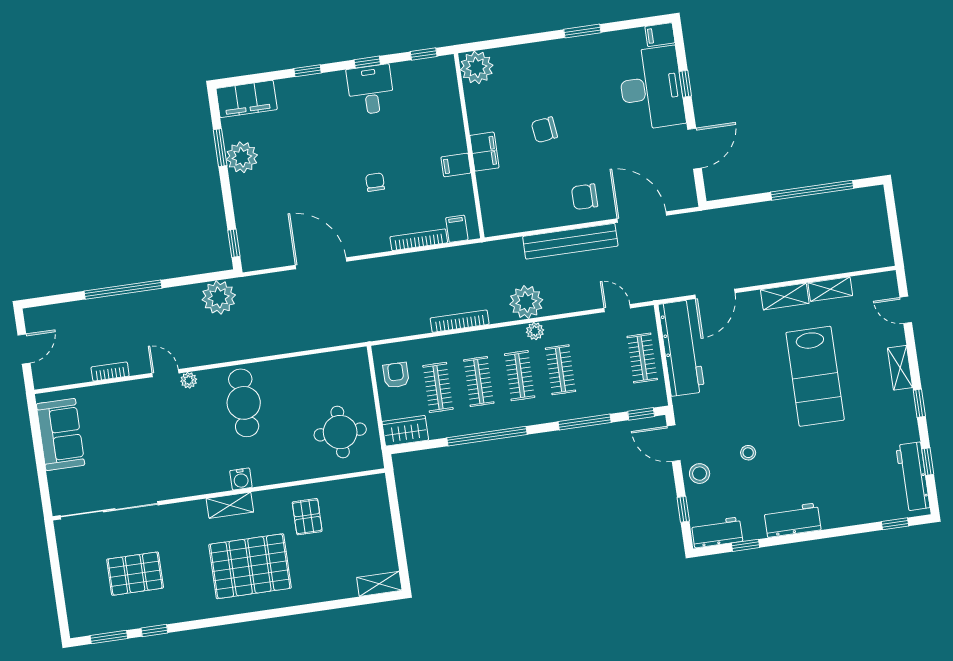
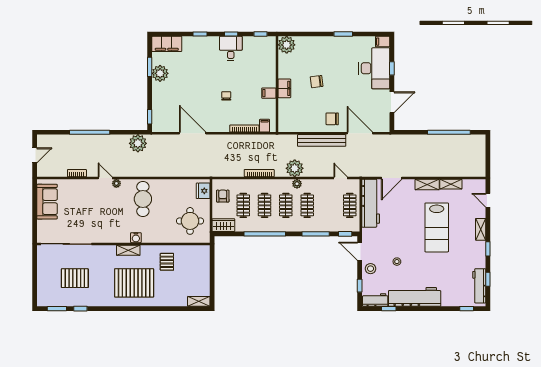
fridge: (357, 370) -> (203, 191), added
workbench: (792, 520) -> (415, 297), width x1.88, depth x1.32

